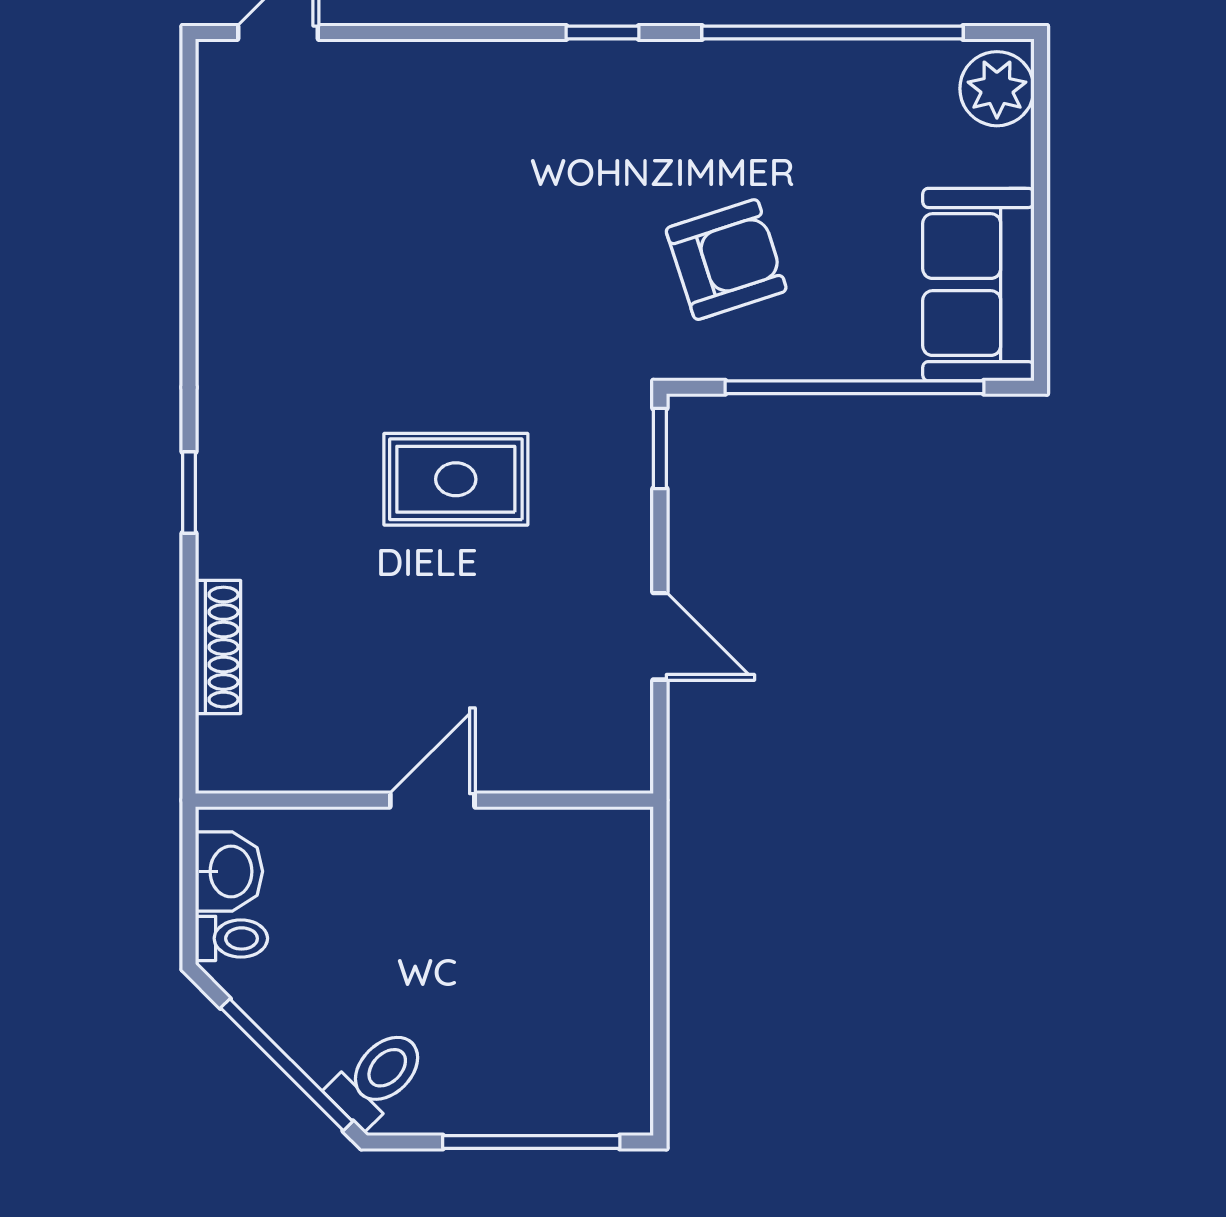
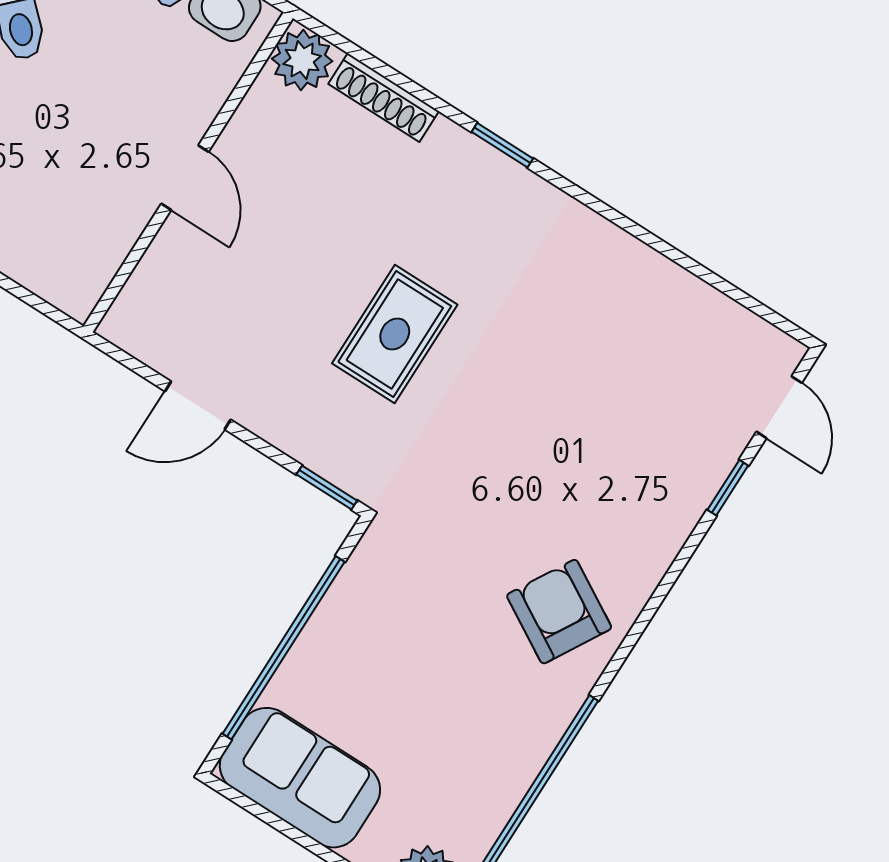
window: (602, 33) -> (728, 488), moved
armchair: (726, 260) -> (559, 612), moved, turned 138
plant: (233, 756) -> (302, 60), added

